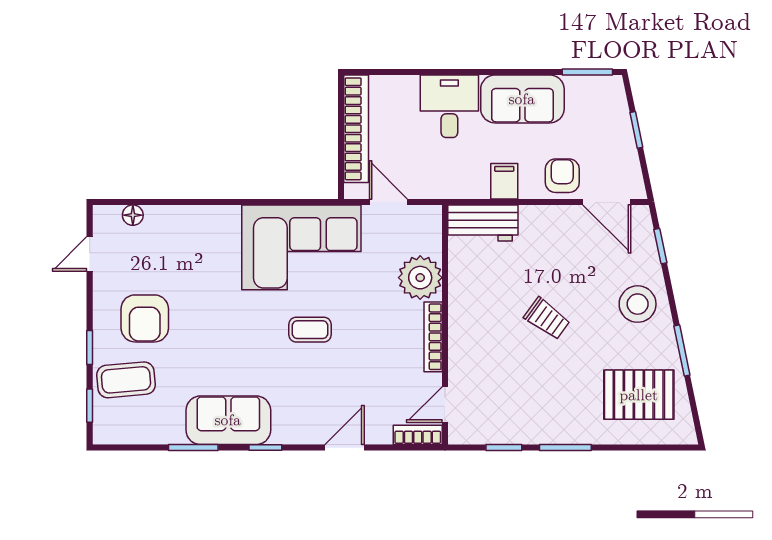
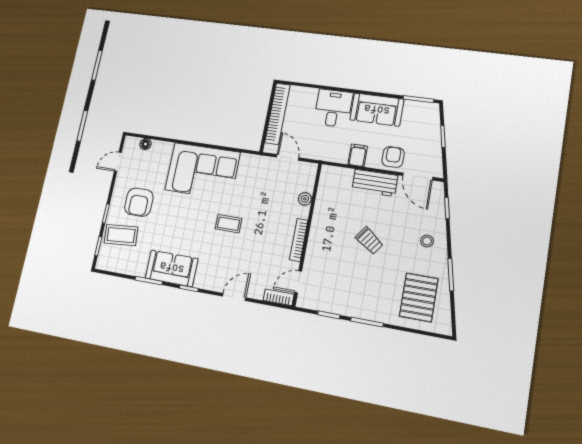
workbench: (483, 223) -> (375, 183), moved
corner sofa: (301, 247) -> (202, 171), moved
plant: (420, 278) -> (305, 199), width x0.53, depth x0.53
stool: (638, 304) -> (427, 241), width x0.53, depth x0.53
pallet: (639, 395) -> (419, 297), turned 90

